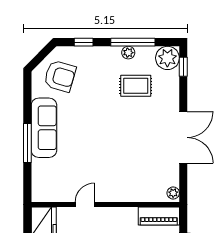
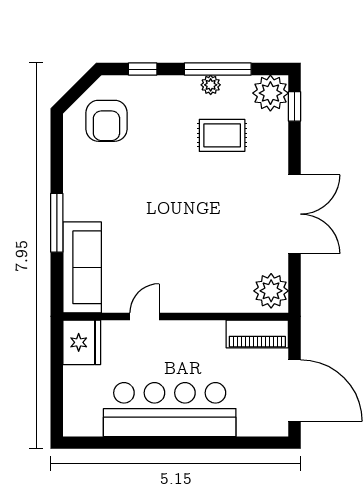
armchair: (60, 76) -> (106, 121), turned 74
sofa: (44, 128) -> (82, 267), moved
plant: (173, 193) -> (271, 291), width x1.87, depth x1.87

